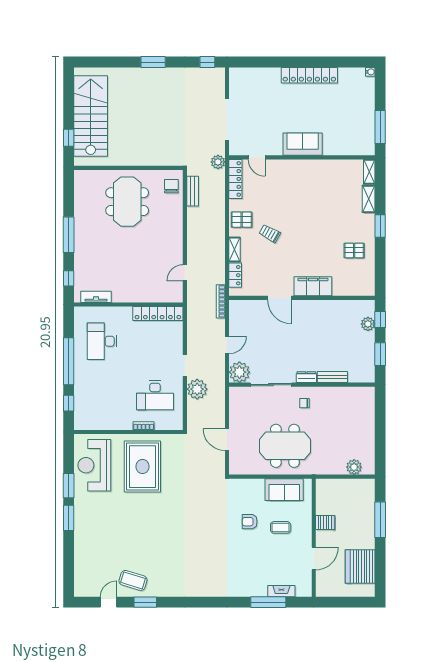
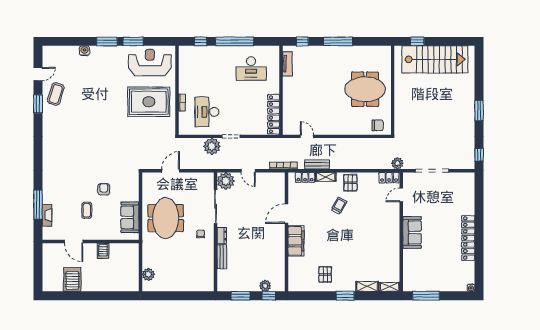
locker: (235, 179) -> (389, 178), width x0.66
bench: (193, 191) -> (317, 164), moved
desk: (102, 341) -> (251, 69), turned 180
window: (380, 520) -> (105, 296), removed
coffee table: (281, 527) -> (87, 210), moved
water cooler: (80, 545) -> (84, 51), added
server rack: (360, 567) -> (72, 279), width x0.63
door: (108, 602) -> (38, 74), hinge flipped

